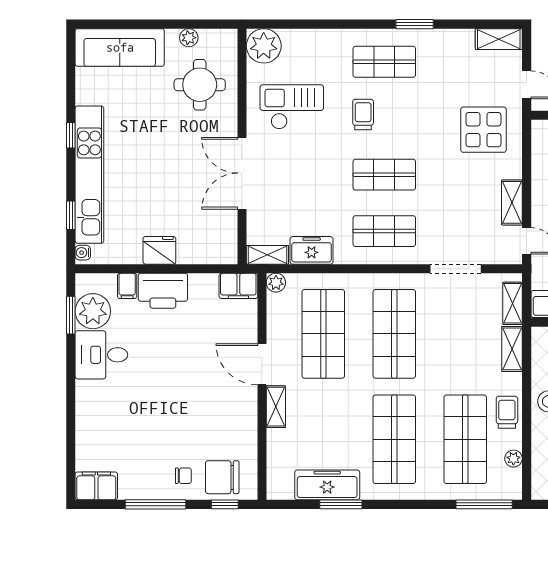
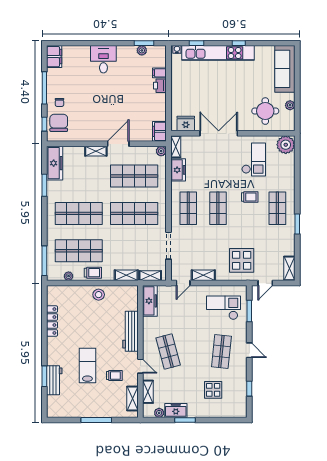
fridge: (159, 250) -> (186, 124), moved, turned -90
printer: (163, 291) -> (160, 86), width x0.53, depth x0.68
plant: (93, 311) -> (142, 50), width x0.53, depth x0.53
desk: (101, 355) -> (103, 59), moved
freezer: (327, 485) -> (55, 163), moved

